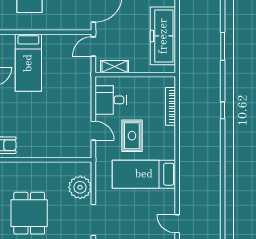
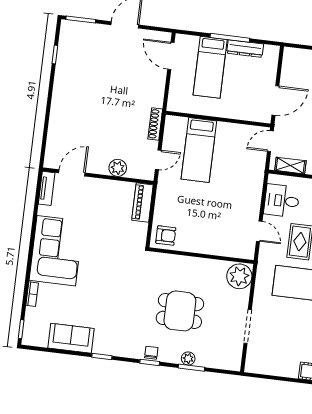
plant: (80, 187) -> (239, 276), moved
dining table: (29, 213) -> (180, 311), turned 90

